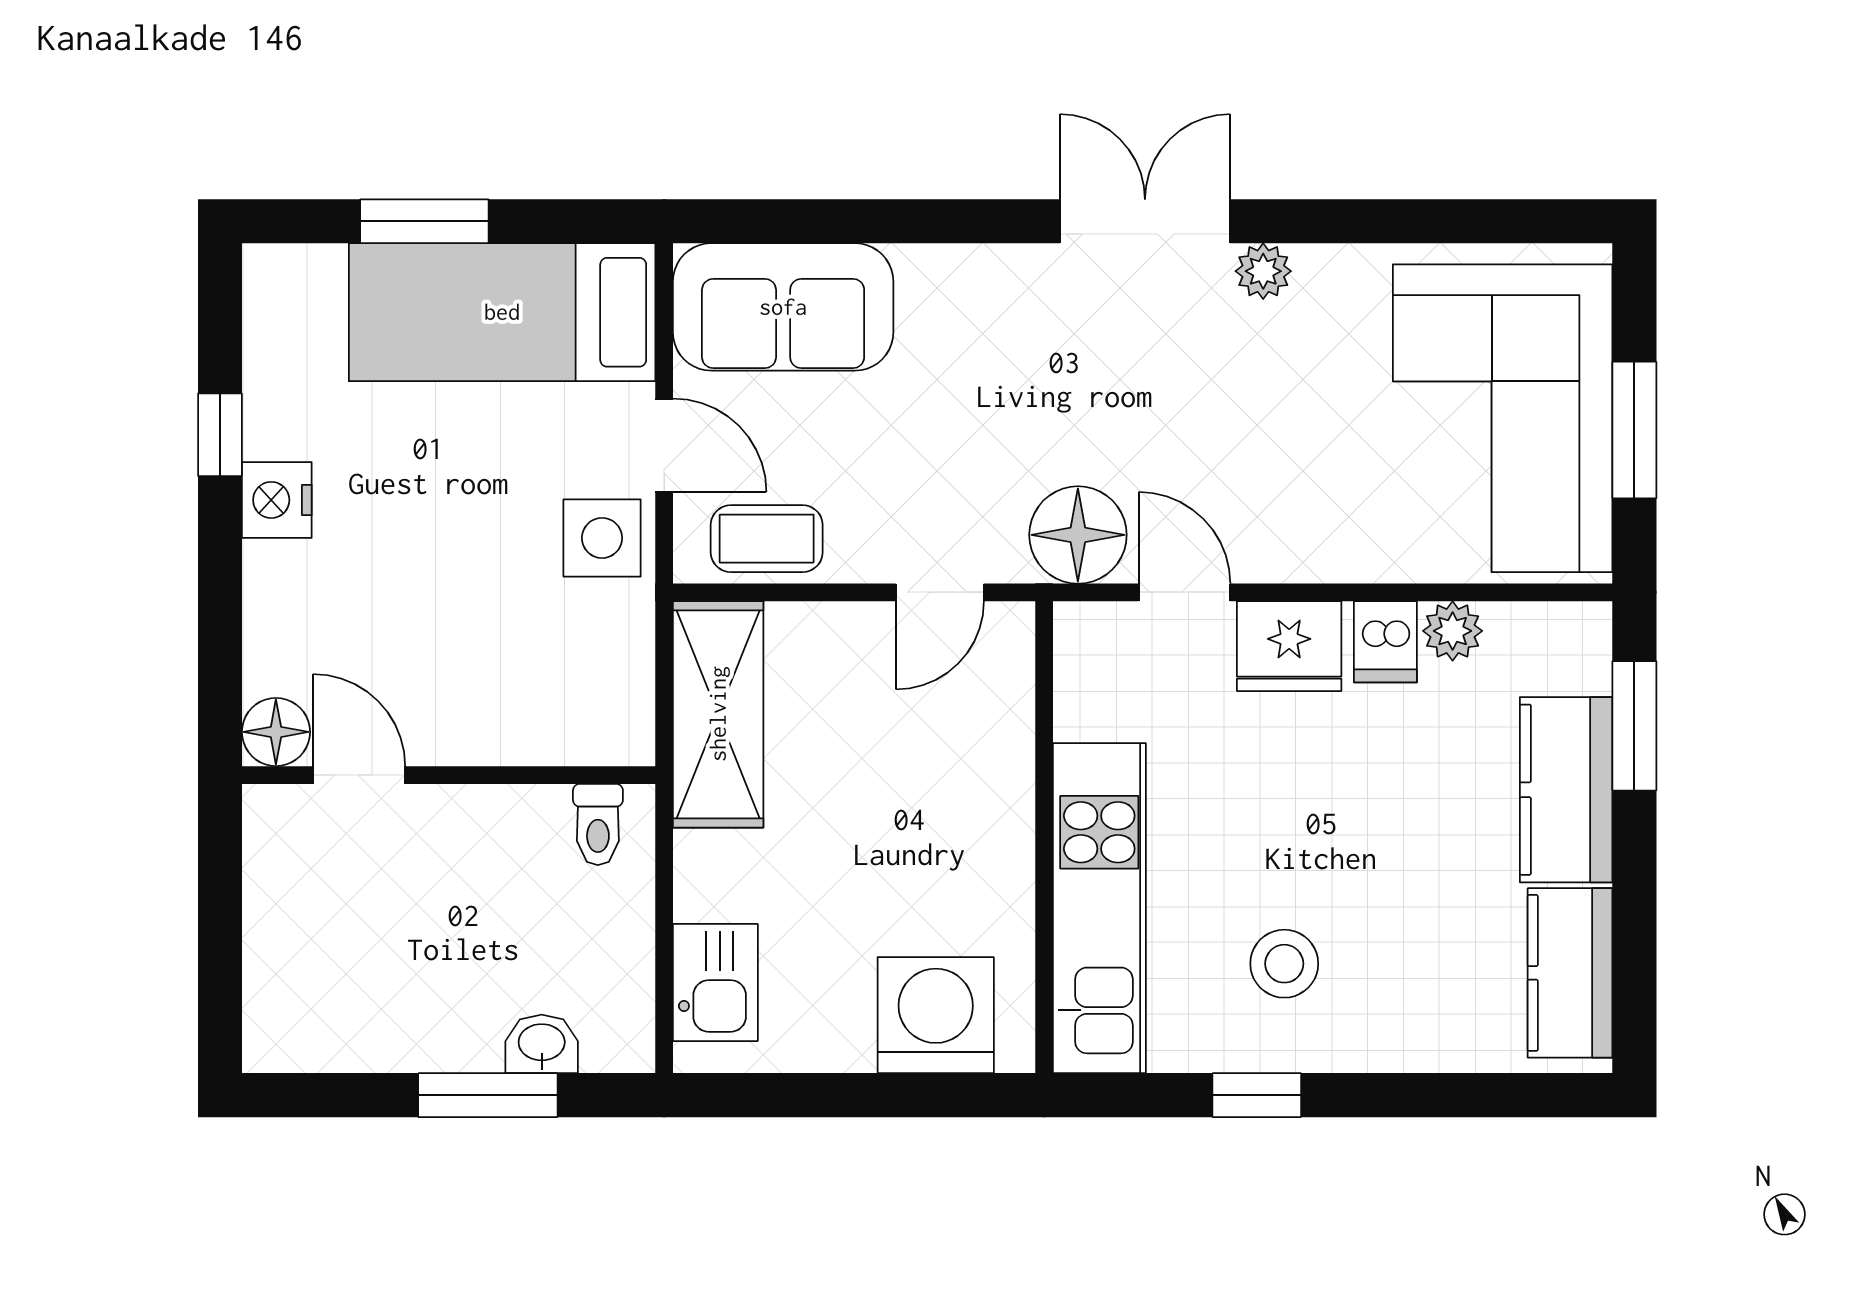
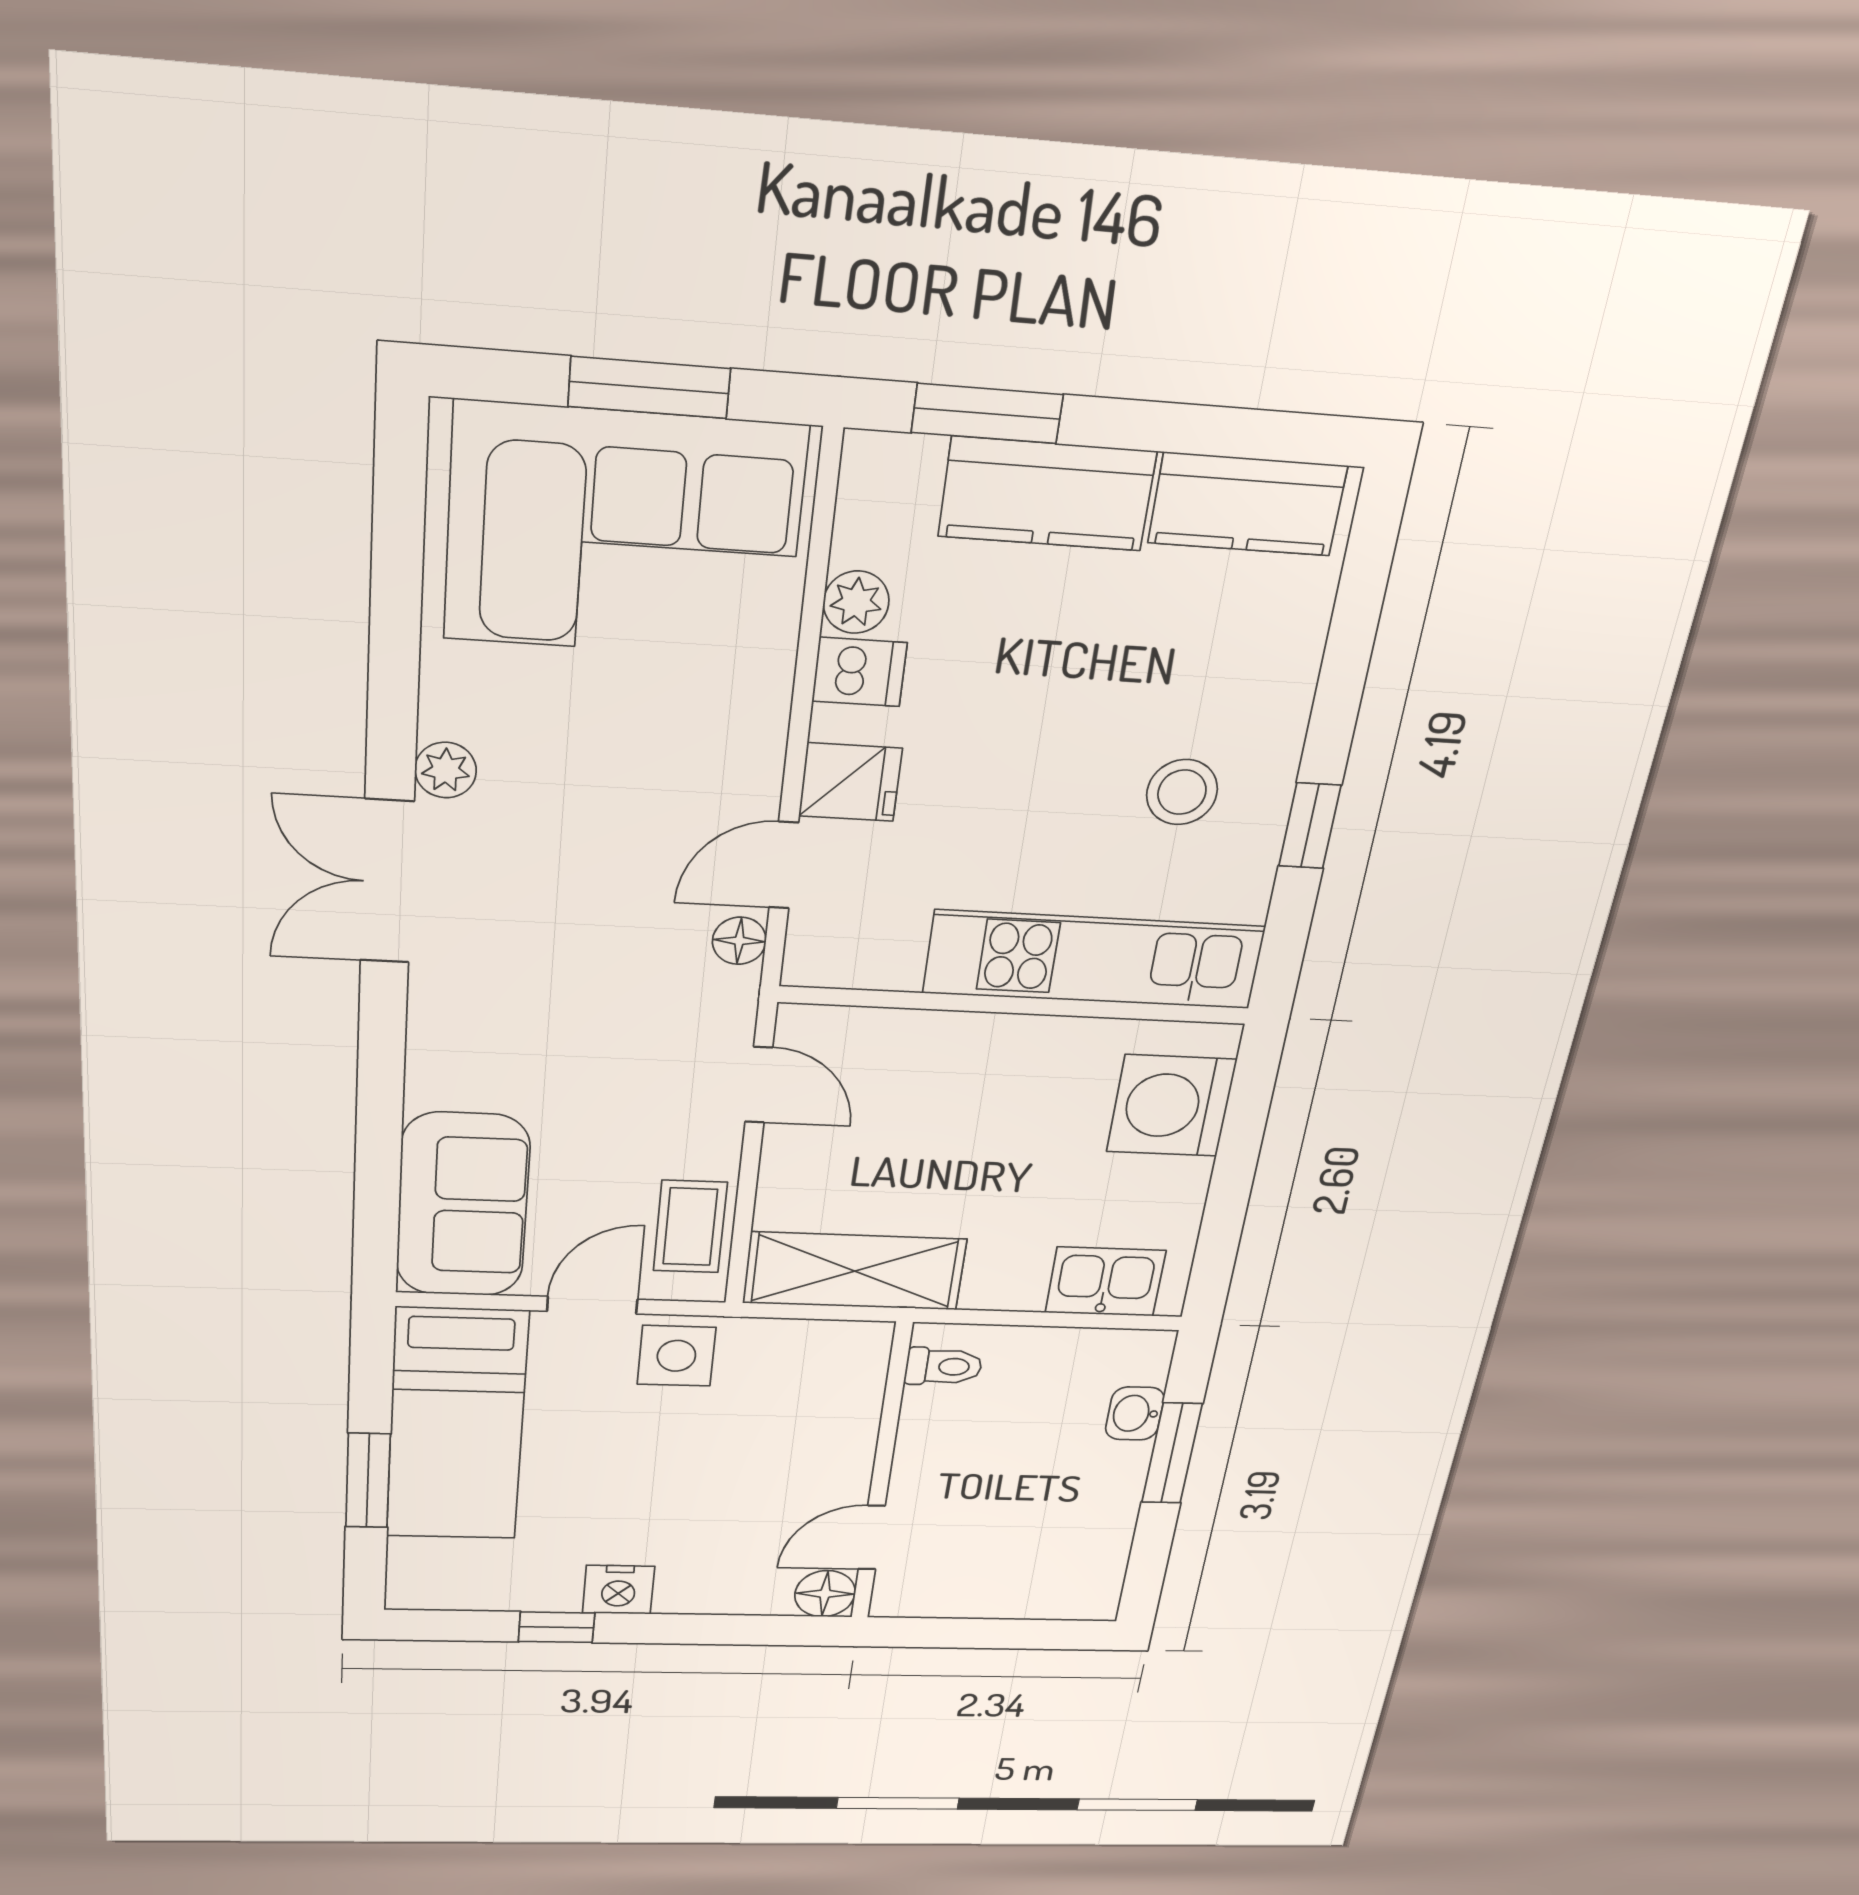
floor lamp: (1078, 535) -> (739, 941), width x0.53, depth x0.53
fridge: (1289, 646) -> (850, 782), width x0.72

